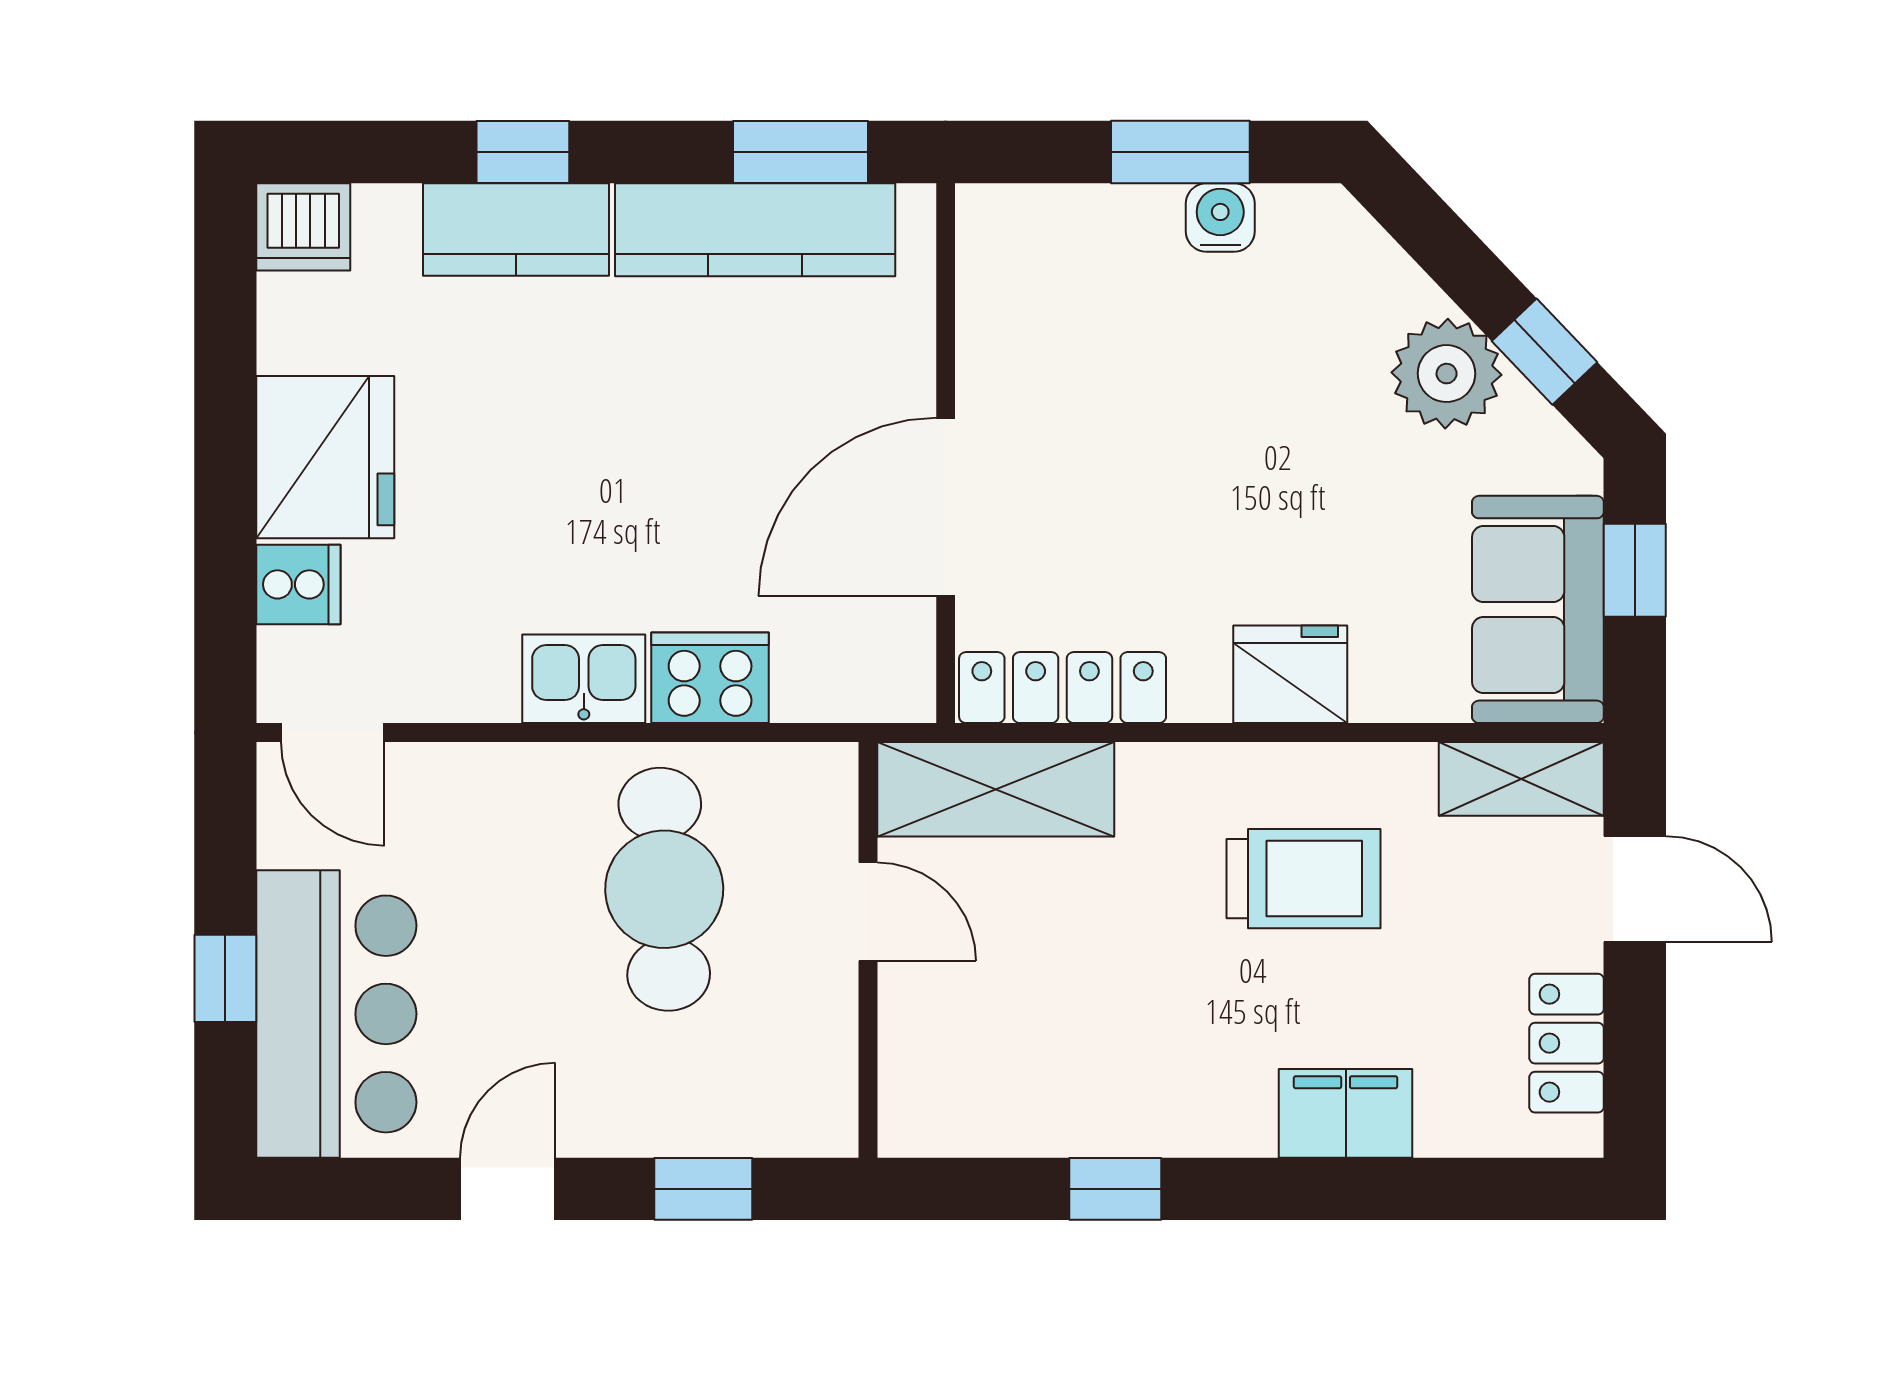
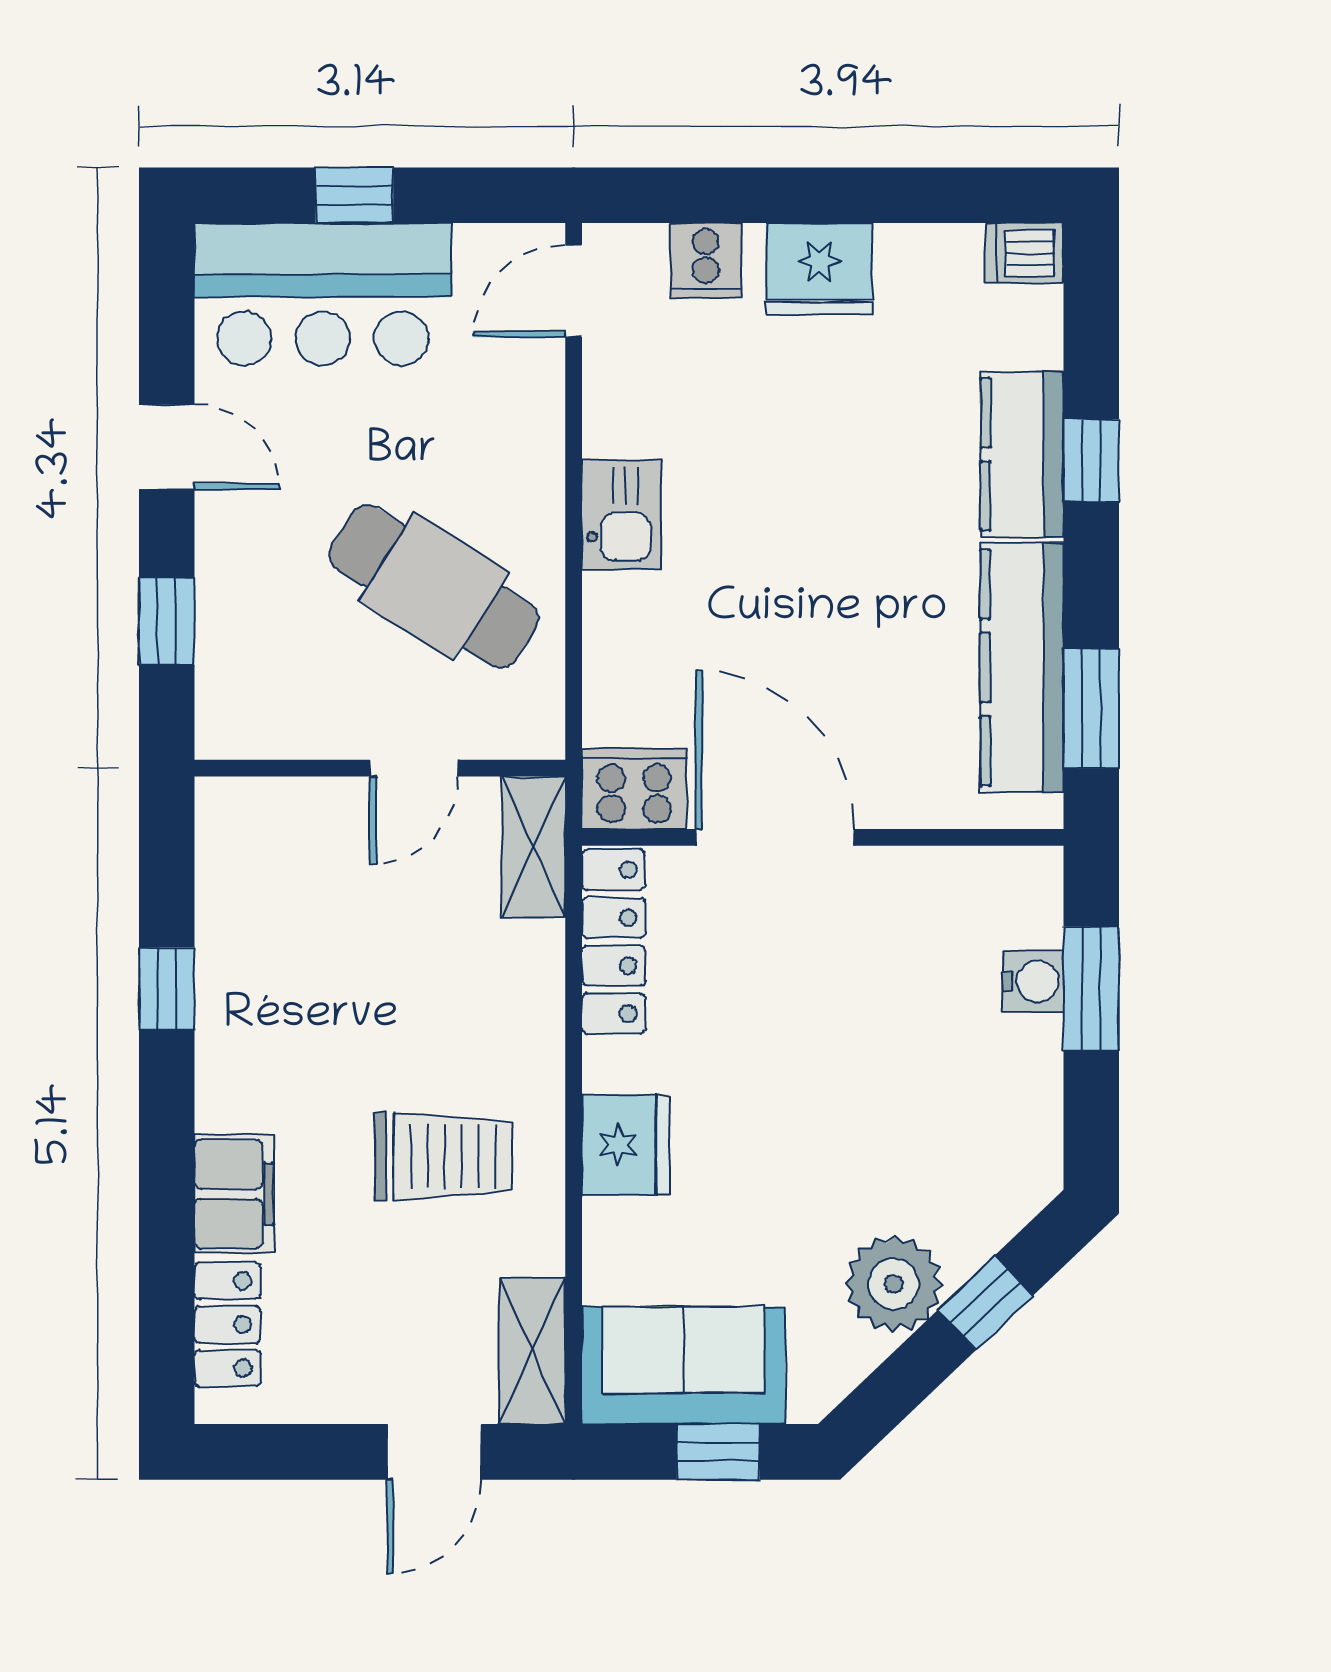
window: (1180, 152) -> (1091, 988), moved
water cooler: (1220, 217) -> (1033, 981), moved
dishwasher: (303, 227) -> (1024, 253), width x0.73
window: (1545, 352) -> (985, 1303), moved
fridge: (325, 457) -> (819, 269), width x0.73, depth x0.75
cooker: (710, 678) -> (634, 789), moved, turned -90
shelving: (996, 789) -> (534, 847), width x0.67, depth x0.75
trolley: (1303, 879) -> (443, 1156), turned -90
cafe table: (664, 889) -> (434, 587), turned 35
locker: (1567, 1043) -> (228, 1325), moved, turned 90

